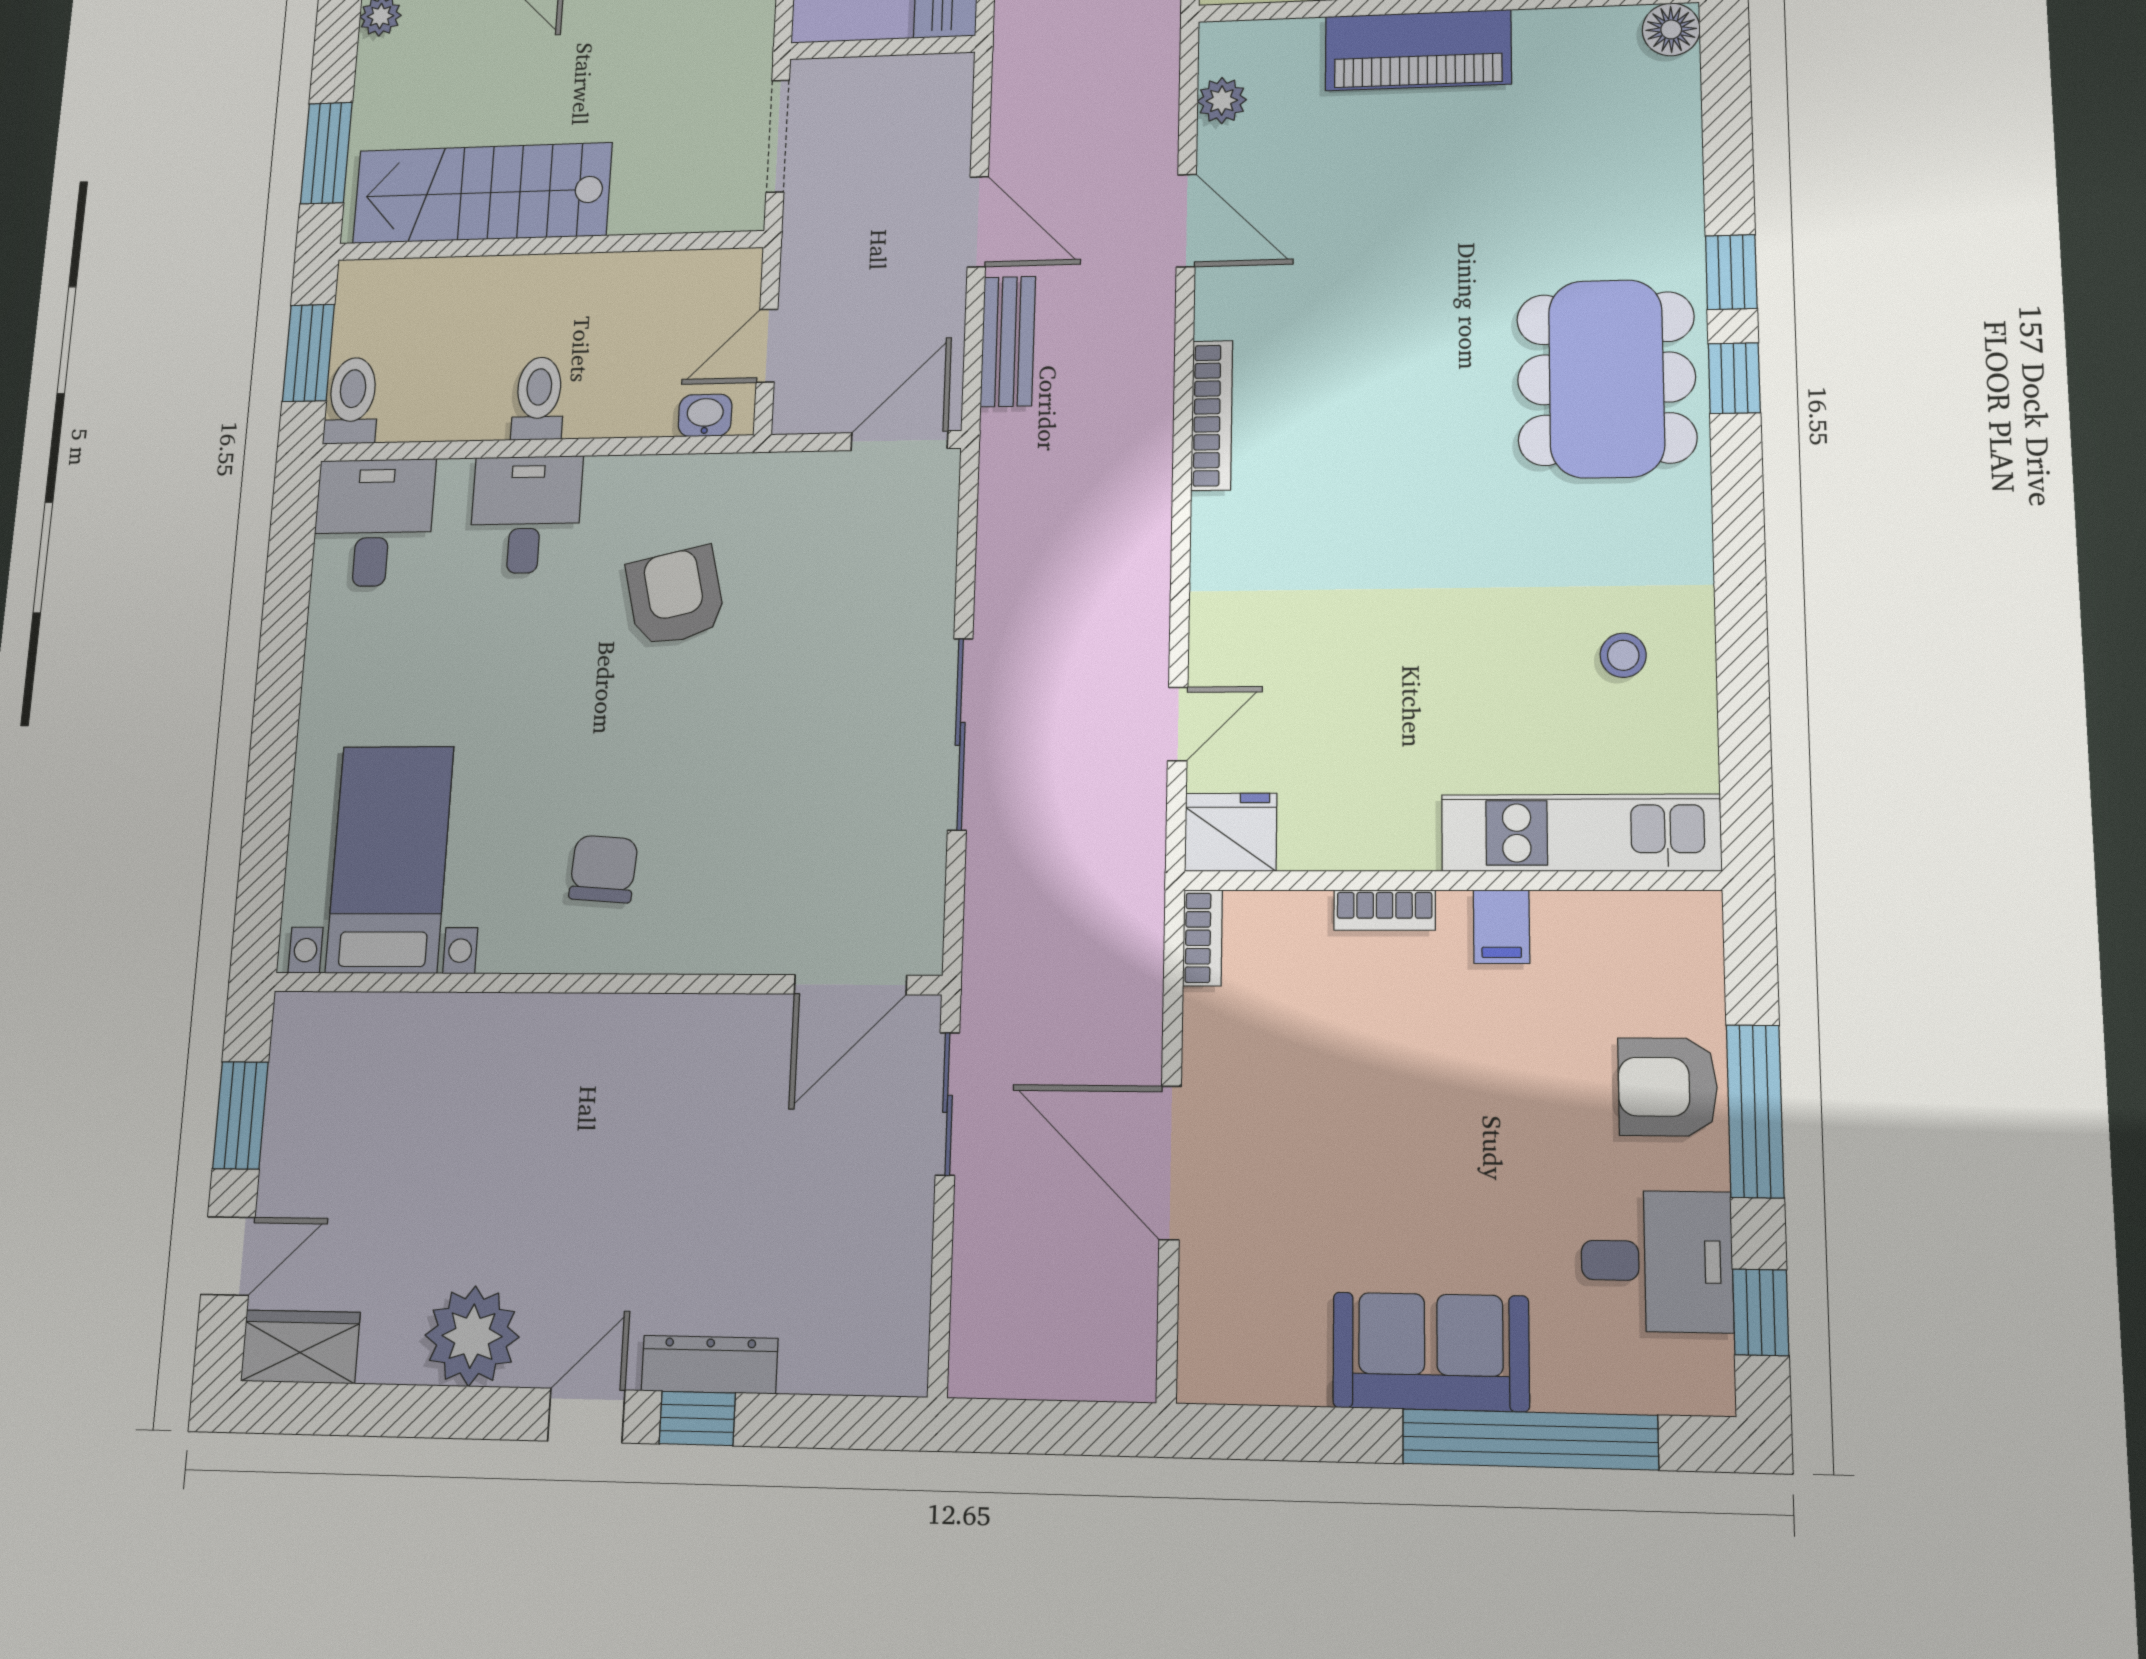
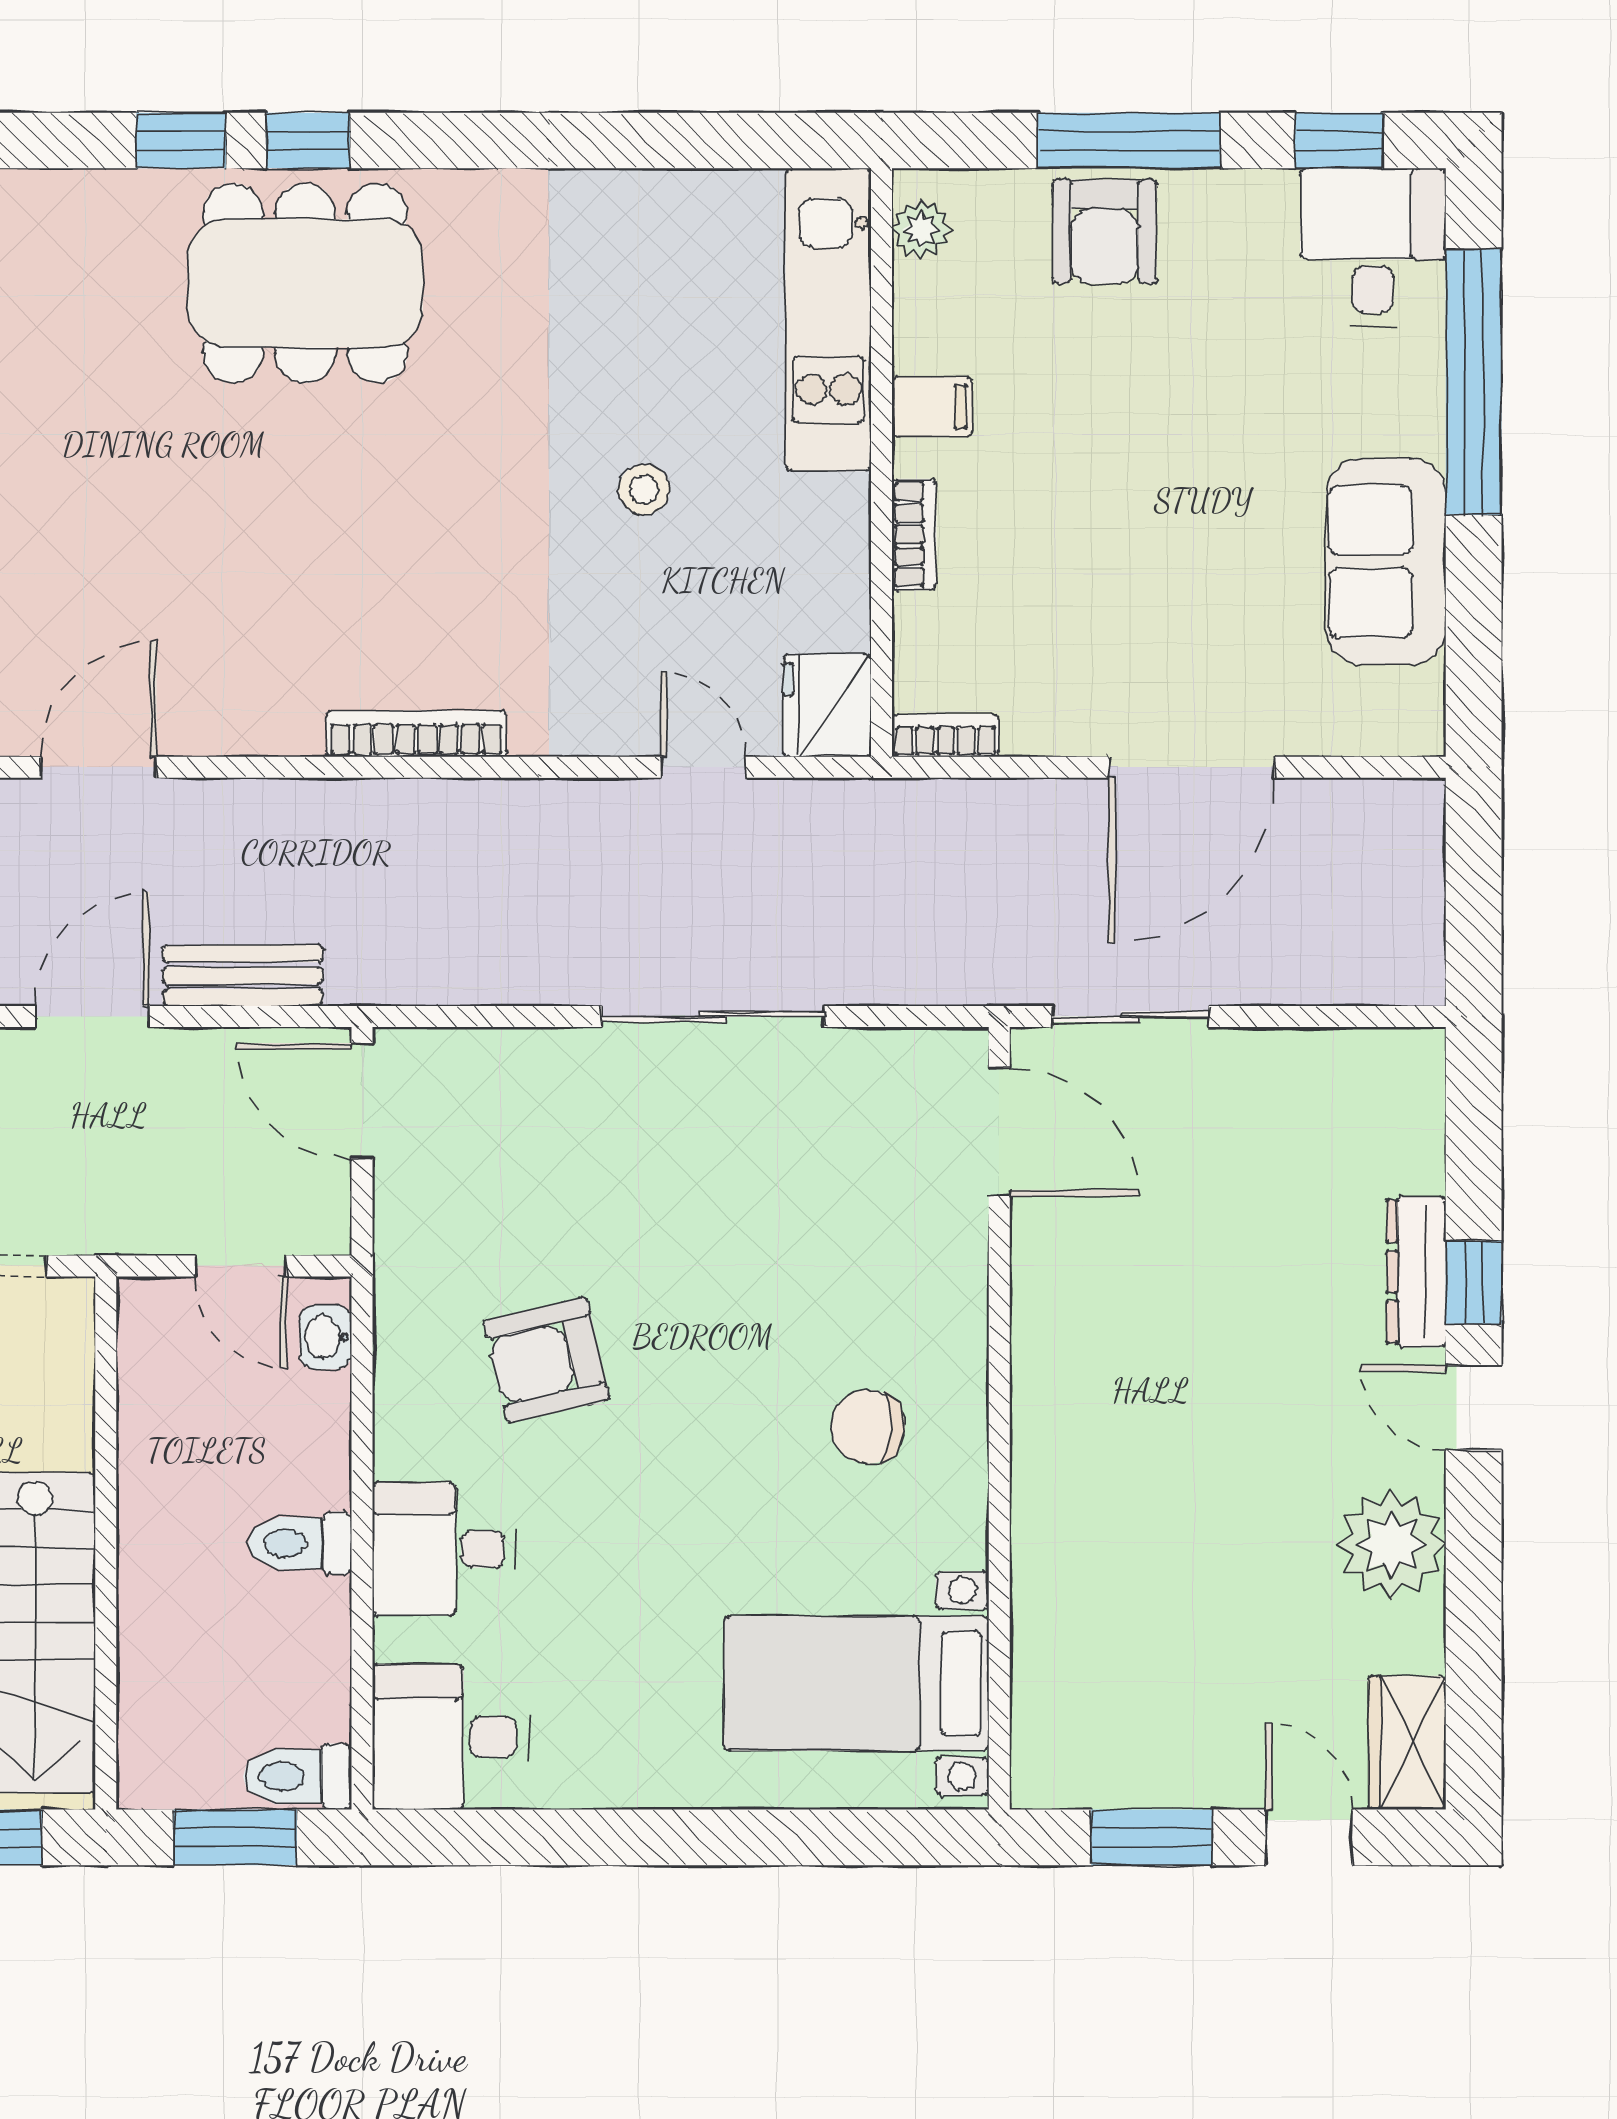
bookcase: (1212, 415) -> (416, 734), moved
stool: (1623, 655) -> (644, 490), moved
plant: (1666, 917) -> (921, 229), added
desk: (1657, 1261) -> (1373, 247), moved
sofa: (1431, 1352) -> (1386, 562), moved

